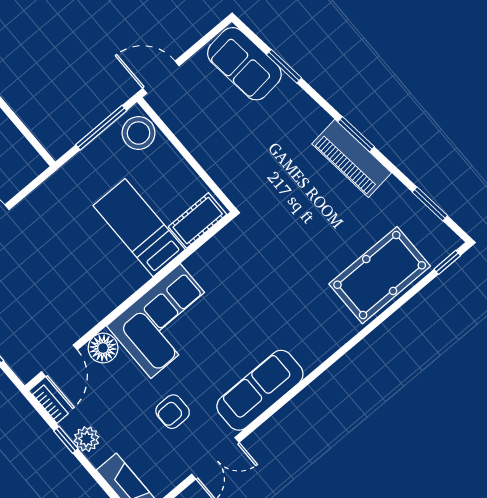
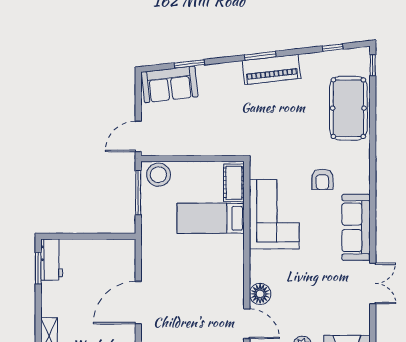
window: (430, 204) -> (333, 48), width x0.67
corner sofa: (166, 321) -> (274, 214), moved
armchair: (173, 412) -> (322, 179), moved

